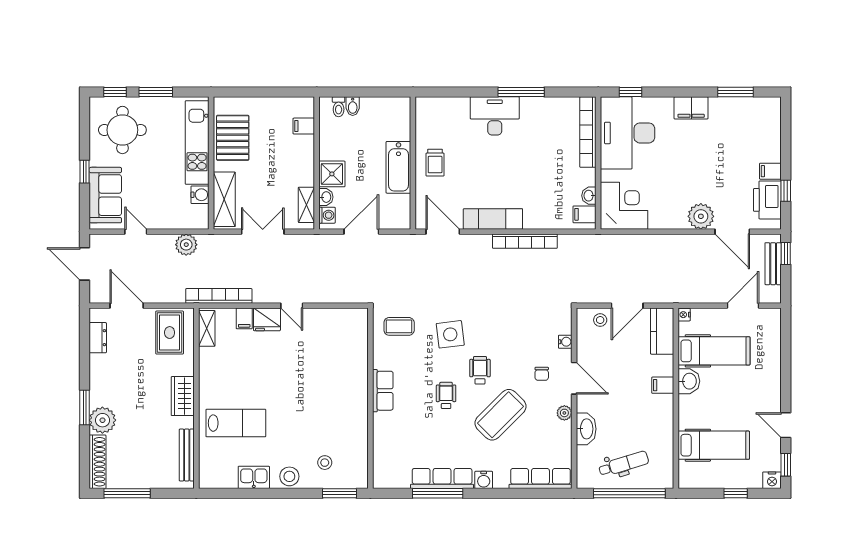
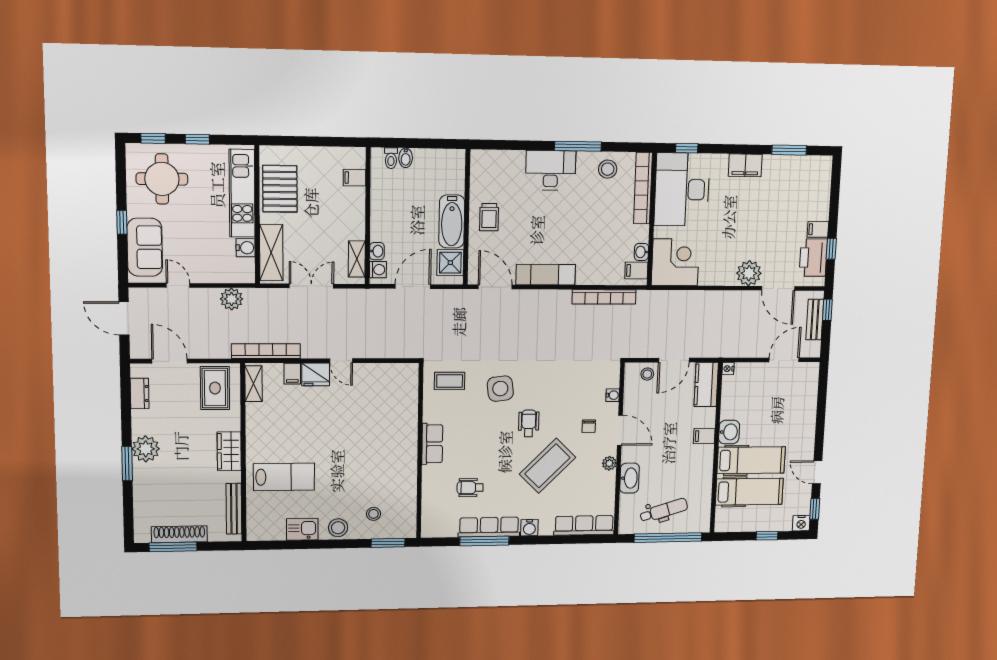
window: (156, 92) -> (197, 139), width x0.67
stool: (552, 114) -> (608, 169), added
shower: (332, 174) -> (450, 263), moved
bookcase: (525, 241) -> (604, 297), moved
hospital bed: (714, 351) -> (751, 460), moved
wheelchair: (446, 395) -> (470, 488), moved, turned -90
plant: (102, 420) -> (146, 449), moved
shoe rack: (98, 462) -> (179, 534), moved, turned -90

